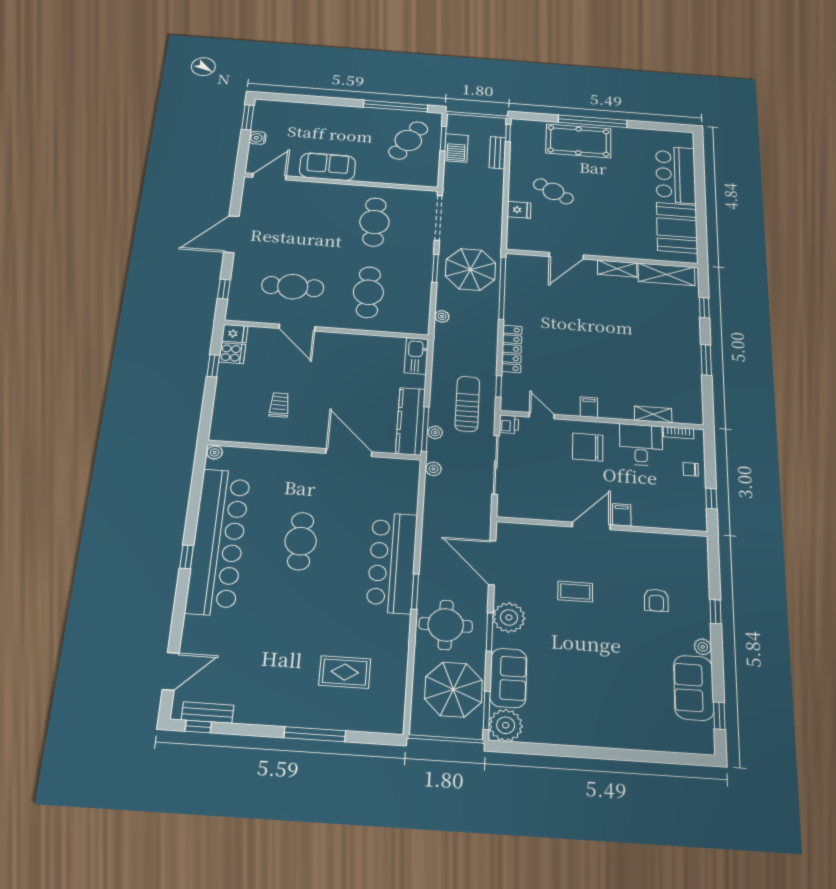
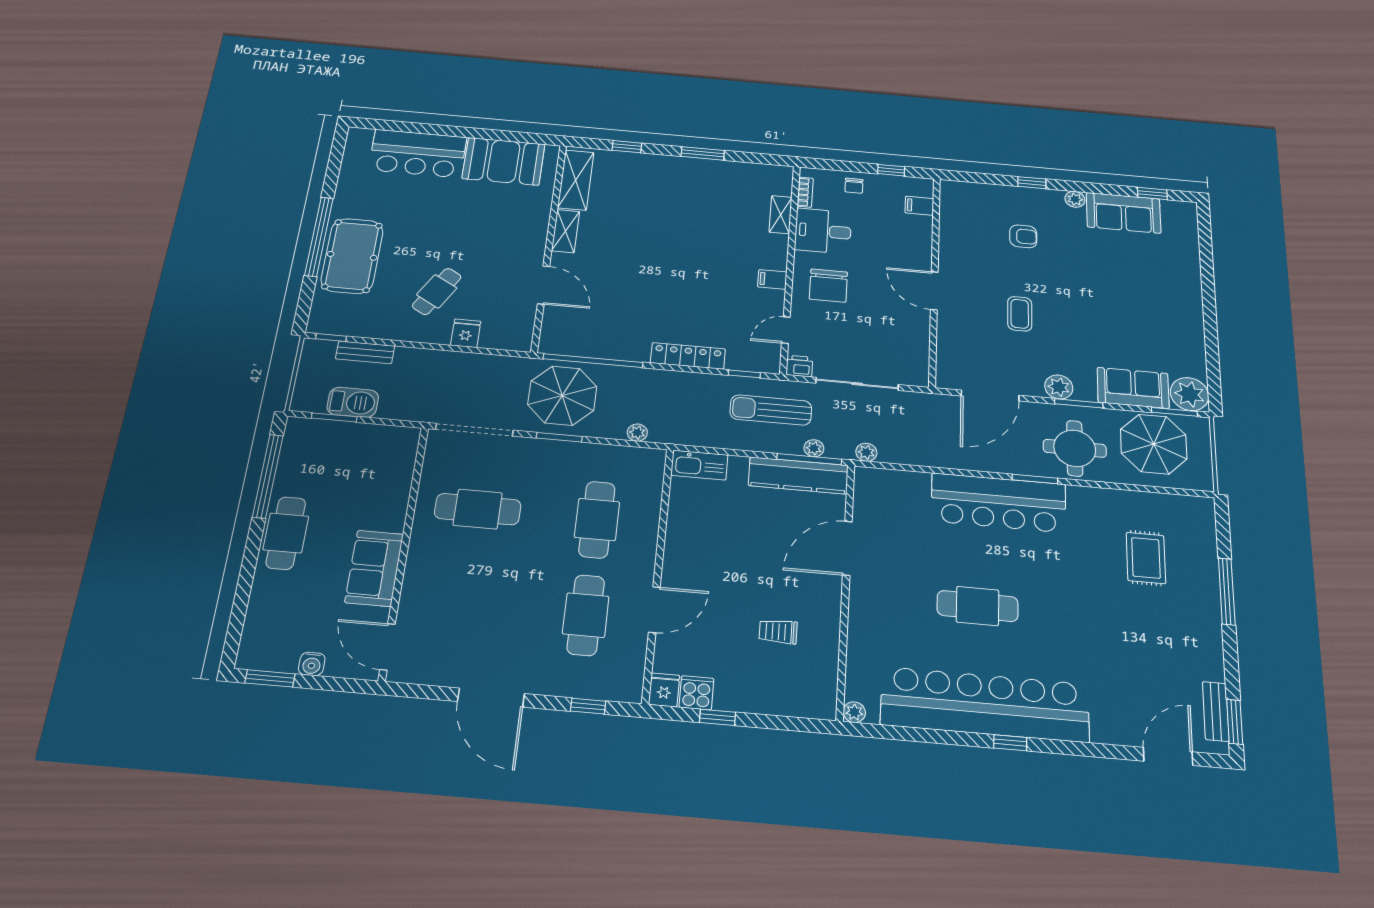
cafe table: (408, 140) -> (286, 533), moved, turned 60
cafe table: (368, 292) -> (597, 520), turned 90
filing cabinet: (622, 515) -> (919, 206), moved
plant: (509, 617) -> (1059, 387), width x0.73, depth x0.73
door: (171, 671) -> (1168, 756), hinge flipped
window: (198, 726) -> (1235, 722), width x1.50

